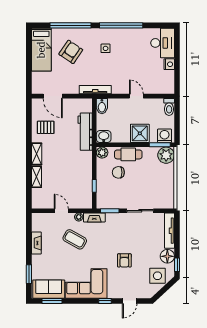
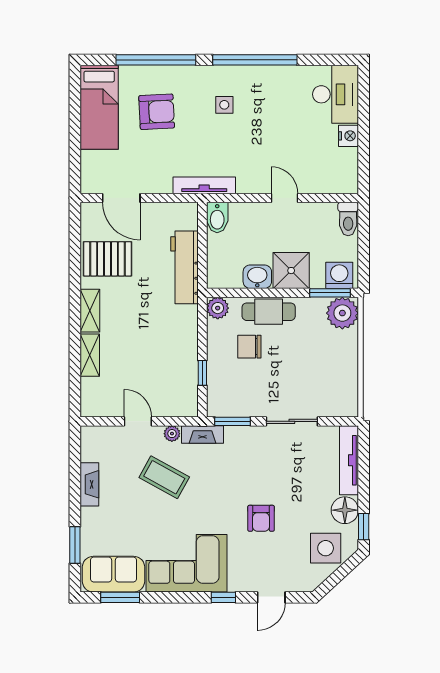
armchair: (71, 52) -> (157, 112), turned 53
pallet: (46, 127) -> (108, 259), width x1.50, depth x1.42
washbasin: (104, 137) -> (257, 277), moved

